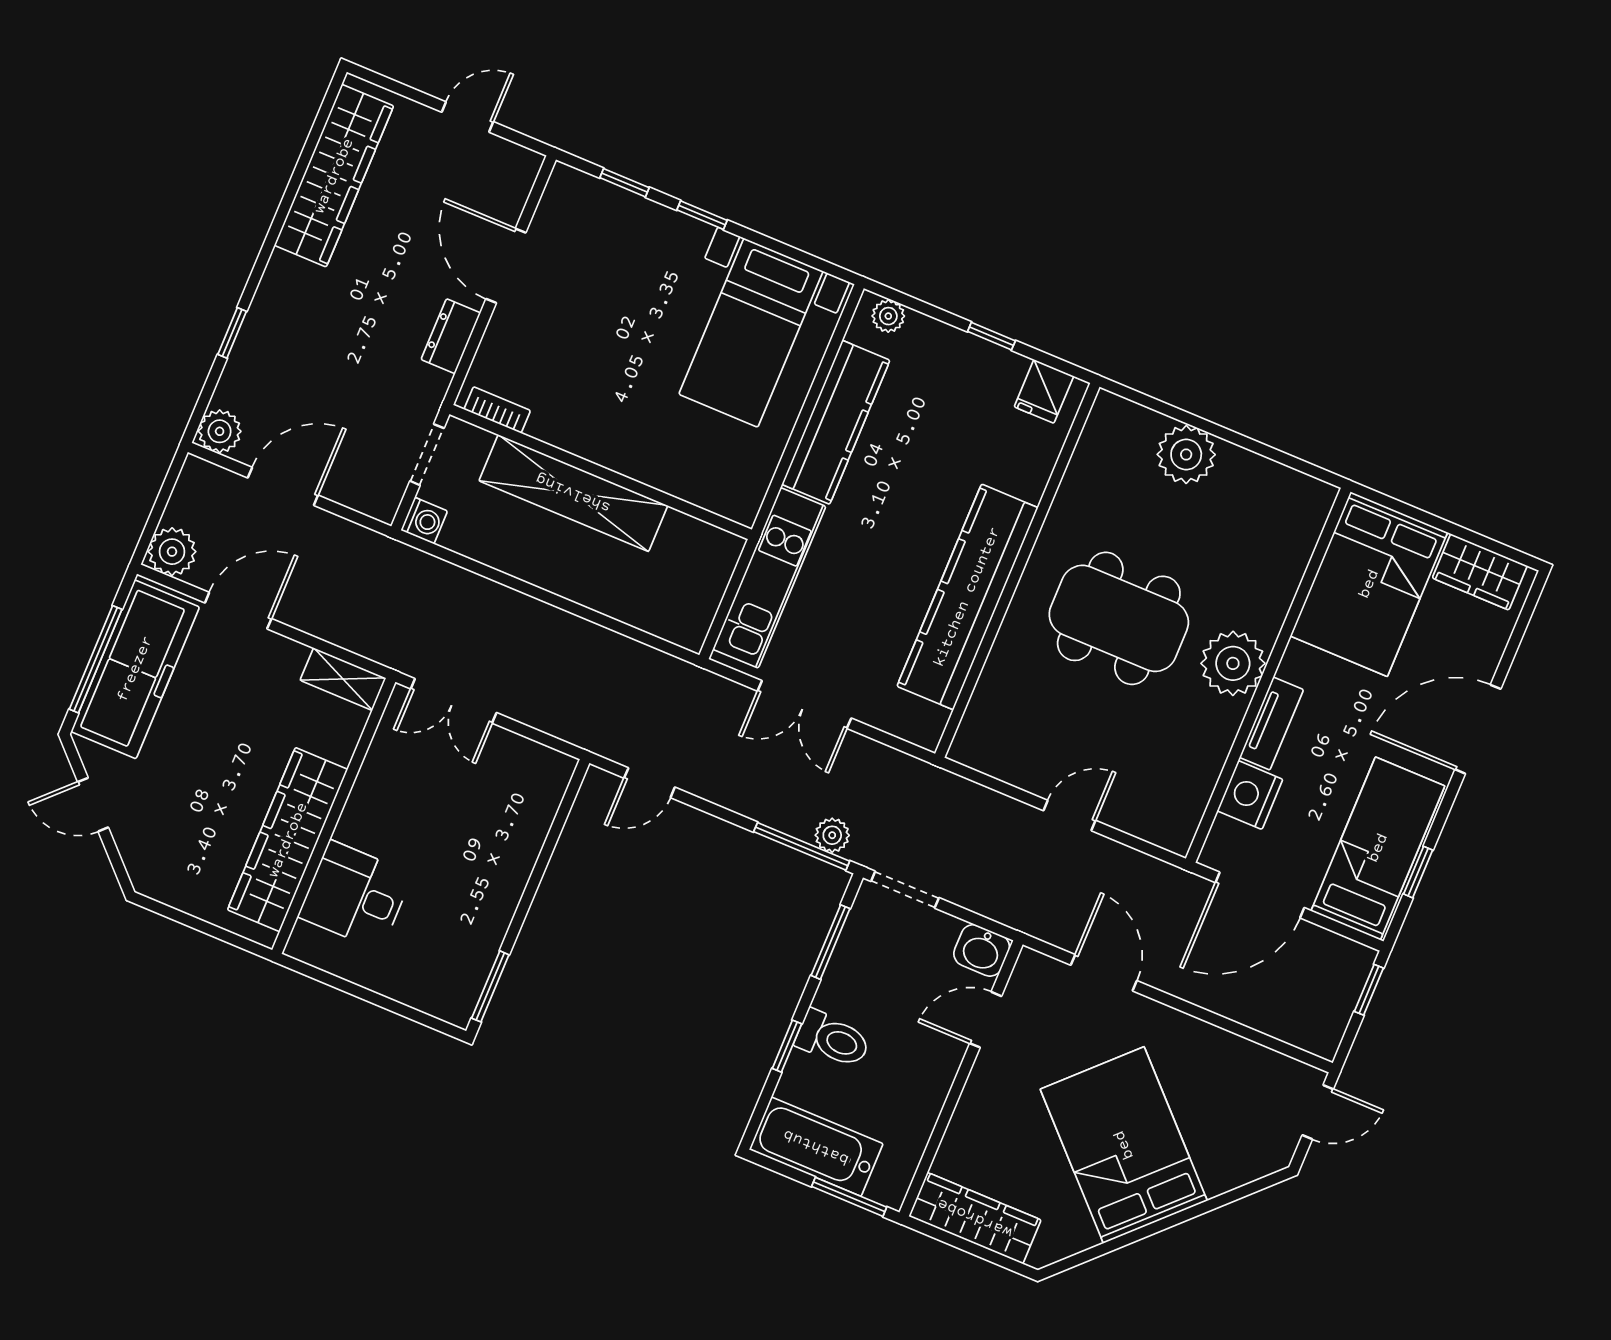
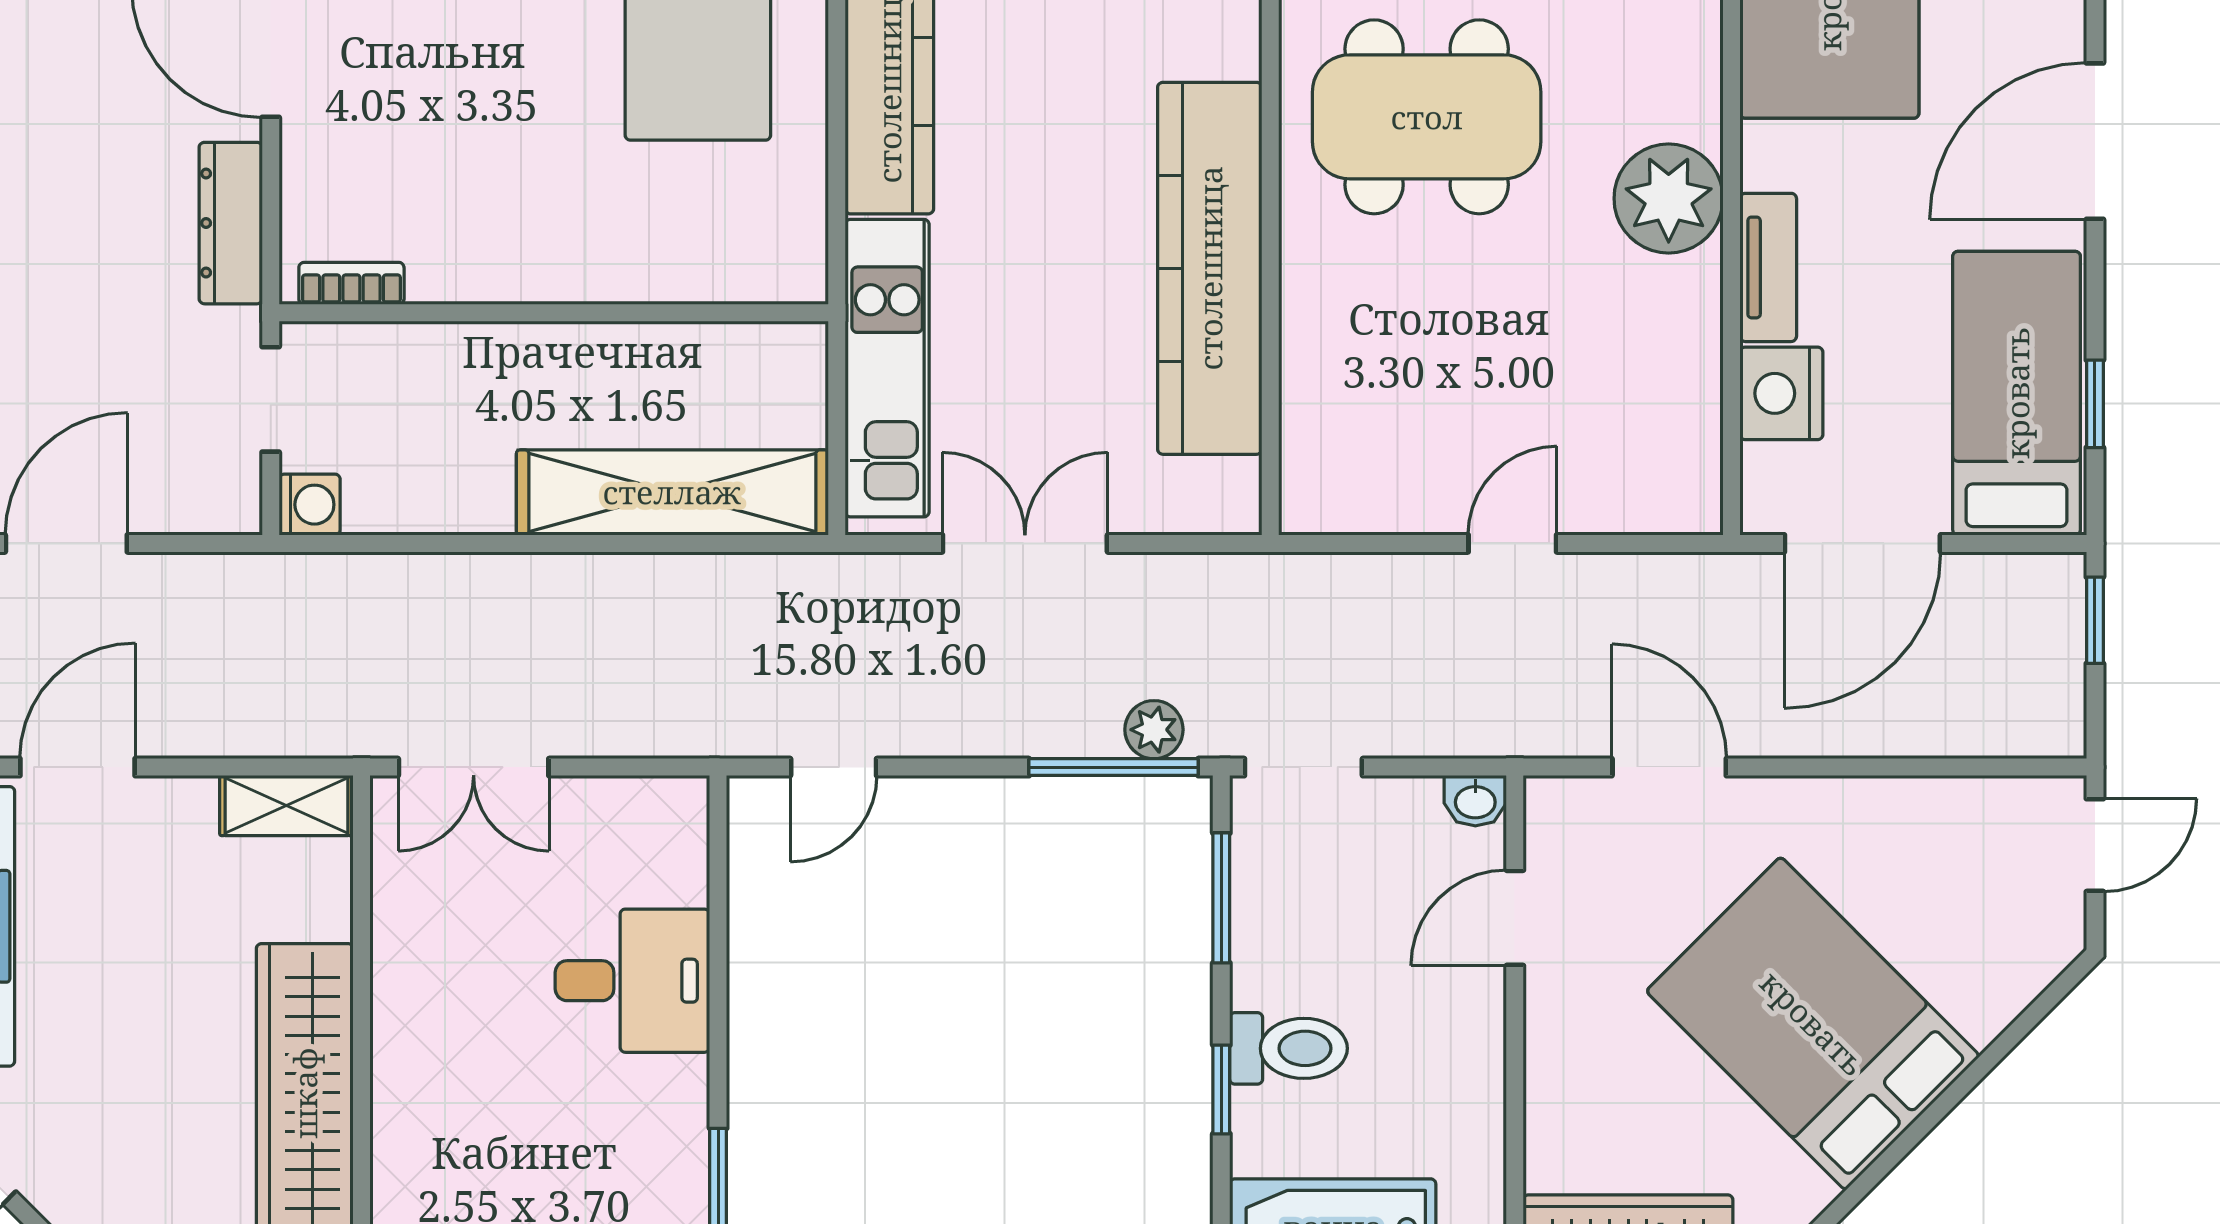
dresser: (451, 336) -> (231, 223), width x1.44
shelving: (573, 493) -> (672, 492), moved
dining table: (1119, 618) -> (1427, 117), moved
double door: (804, 705) -> (1025, 543), swing flipped
desk: (355, 895) -> (632, 981), moved, turned 180
washbasin: (982, 950) -> (1475, 801), width x0.72, depth x0.69

